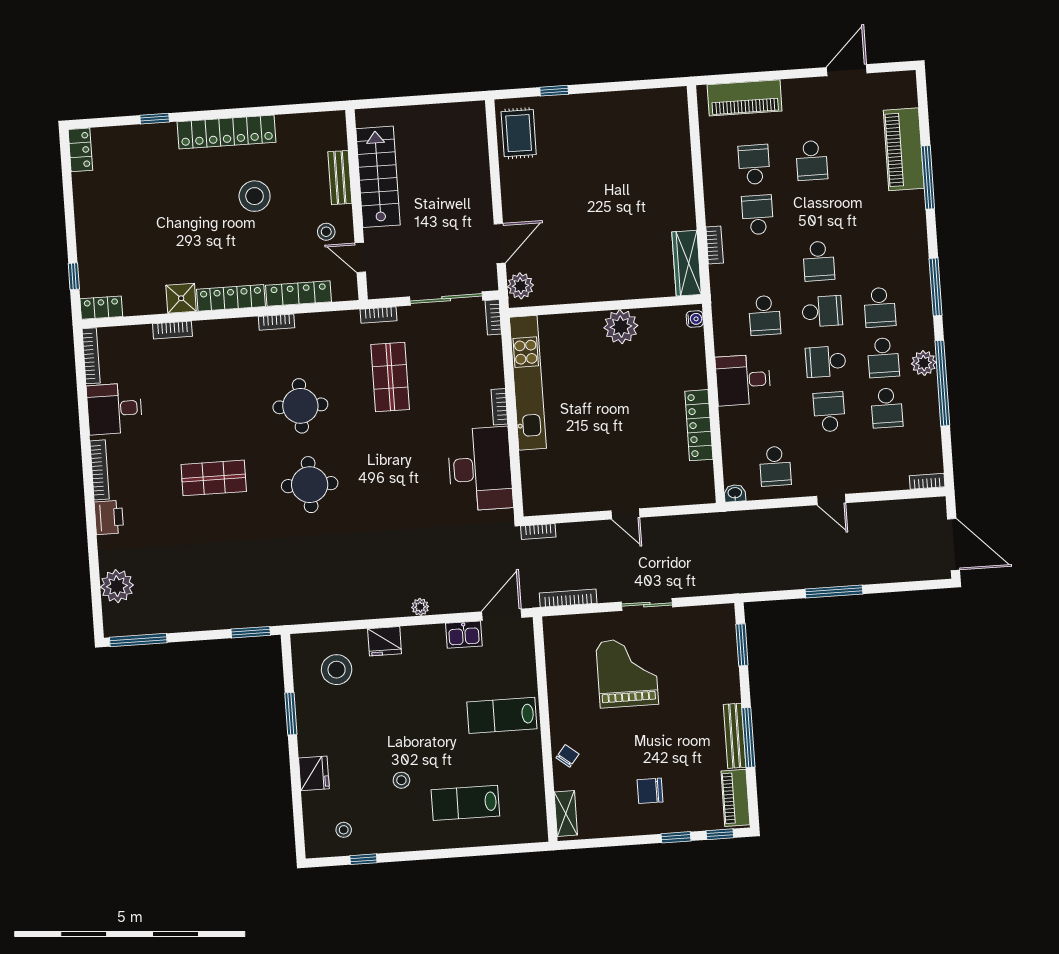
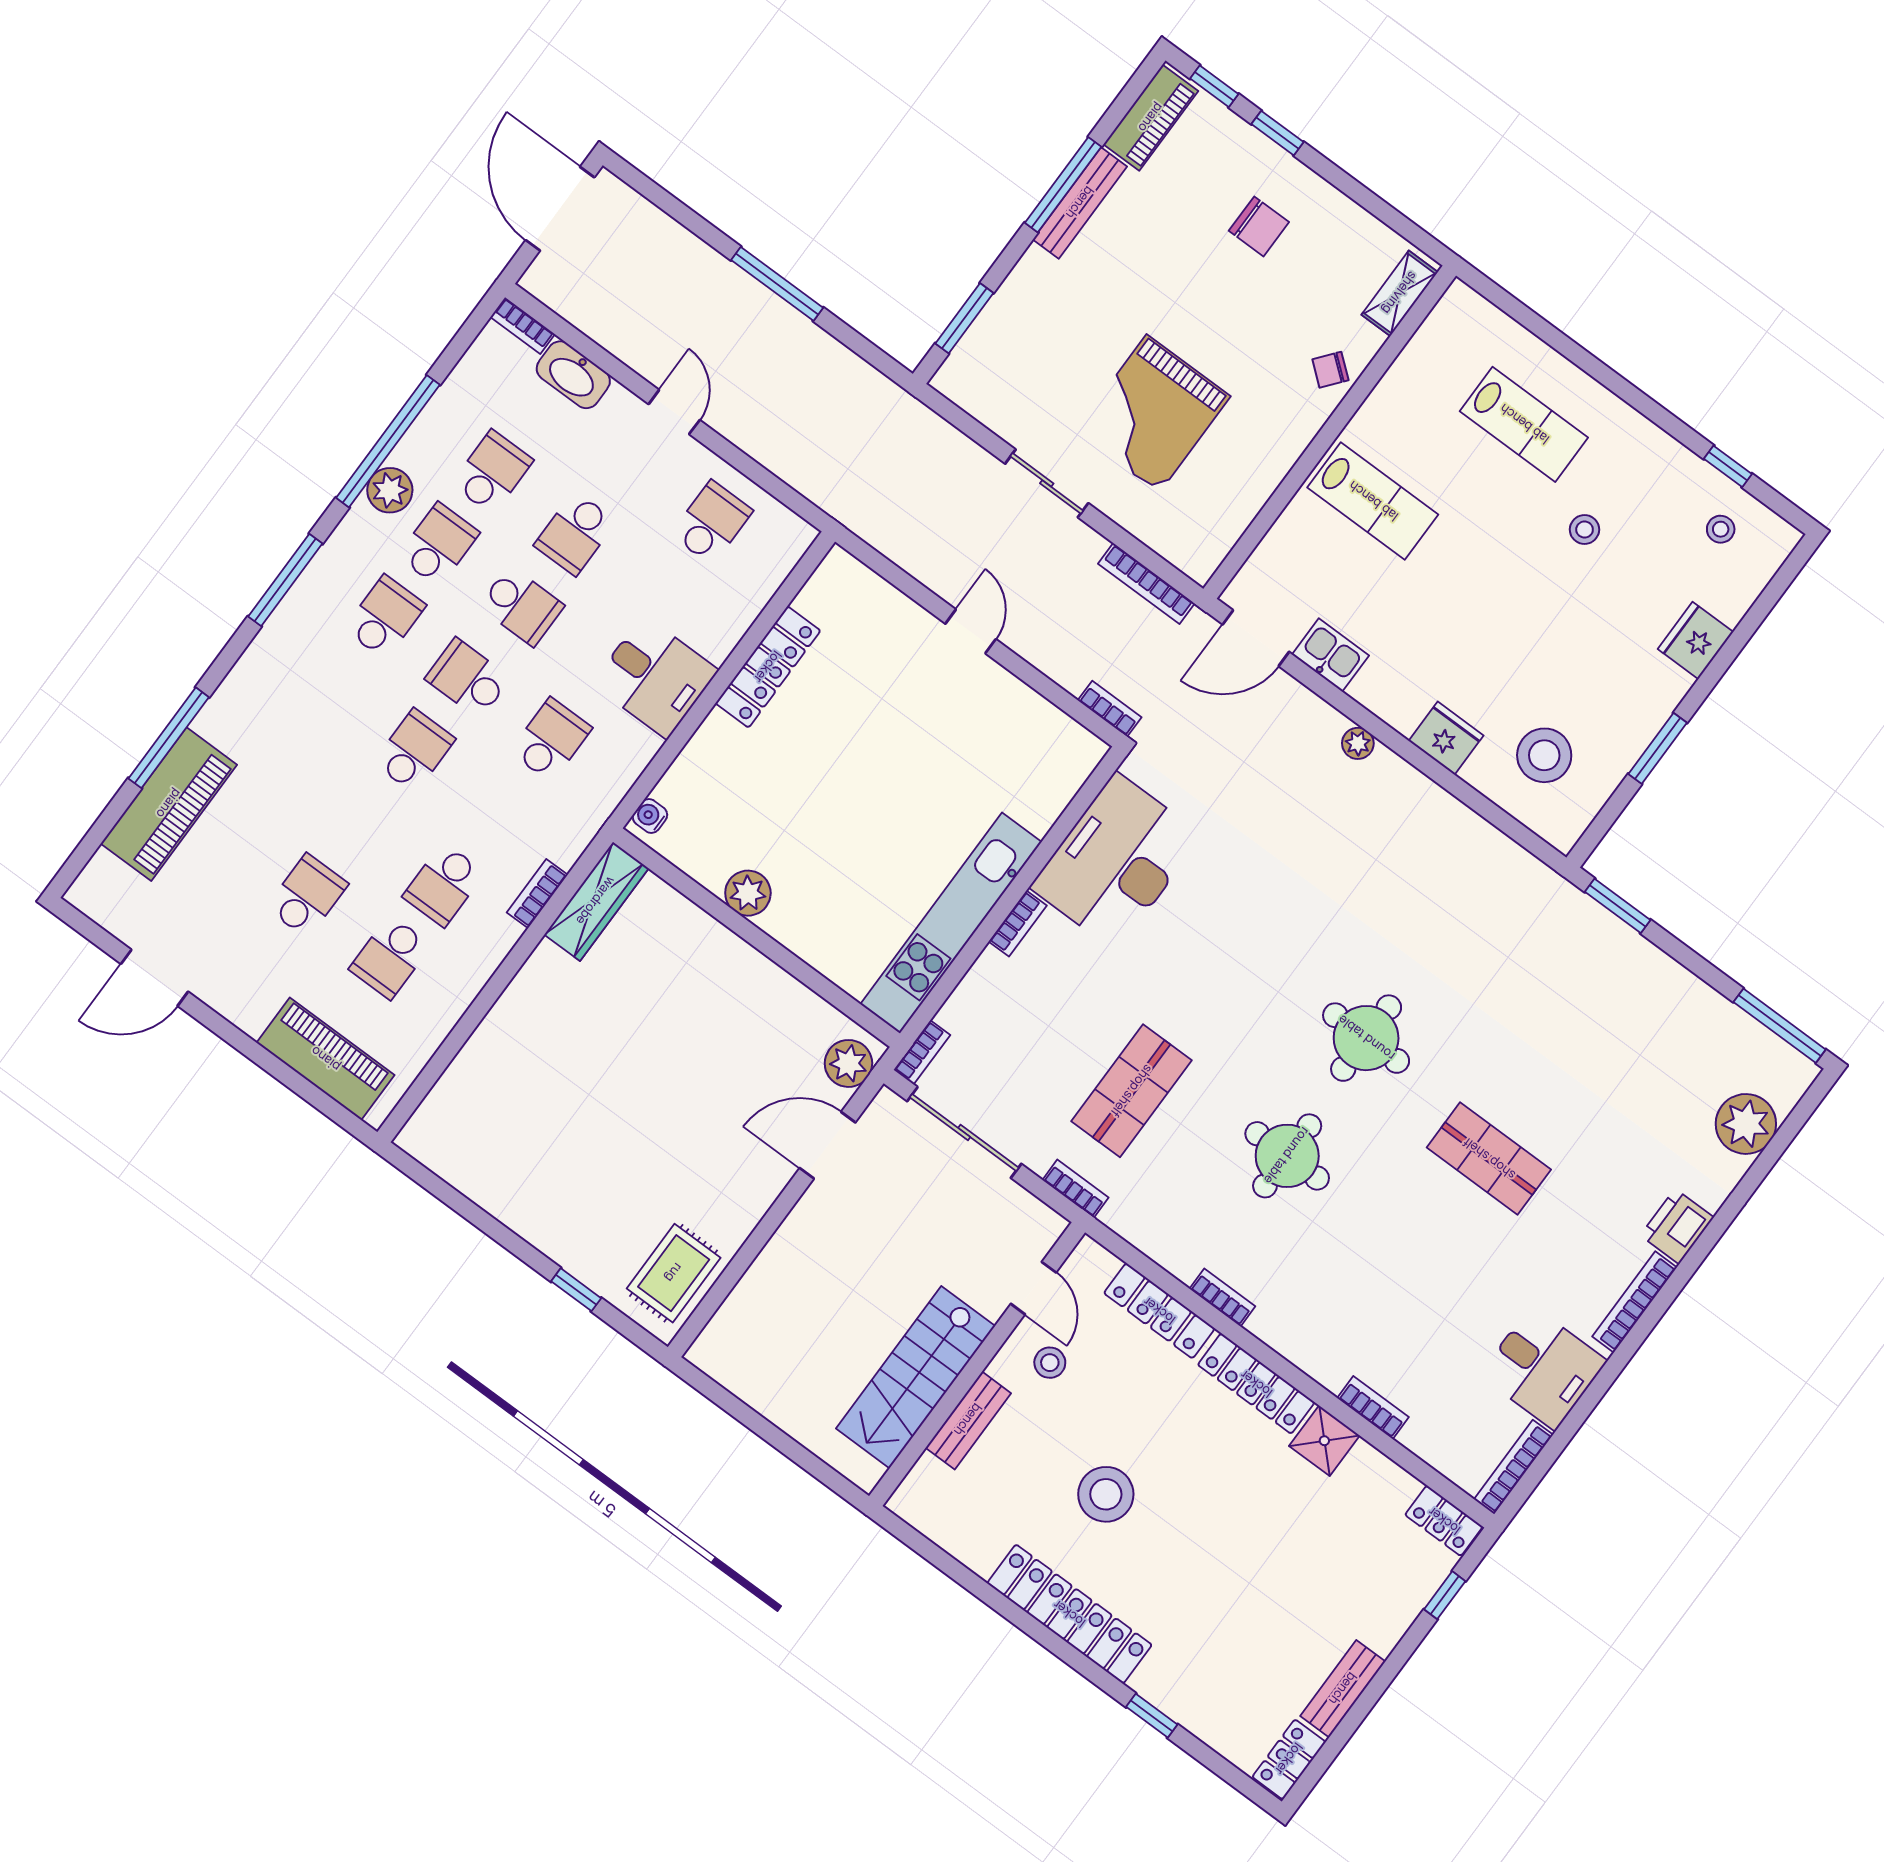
bench: (83, 199) -> (1343, 1689), added
plant: (621, 327) -> (748, 893), width x0.73, depth x0.73
washbasin: (735, 493) -> (573, 375), moved, width x1.91, depth x1.45

